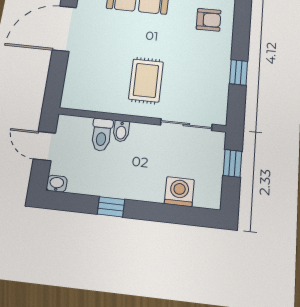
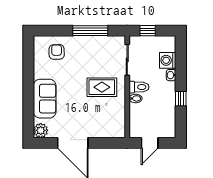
window: (239, 72) -> (90, 31), width x2.17
toilet: (102, 135) -> (139, 87), moved
washbasin: (57, 184) -> (171, 75), moved

